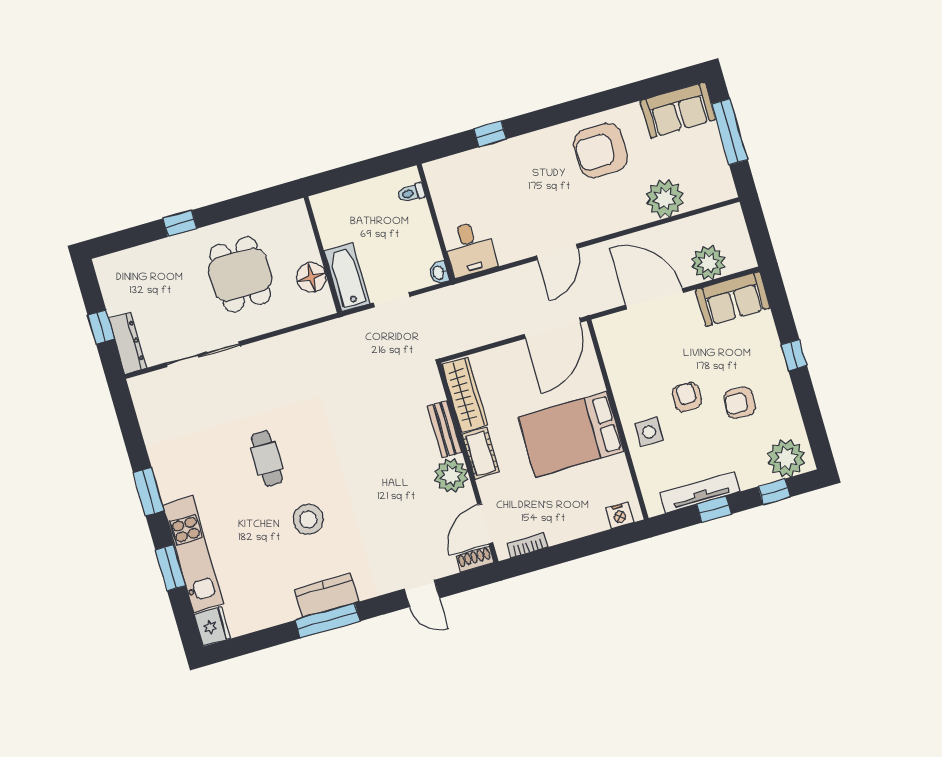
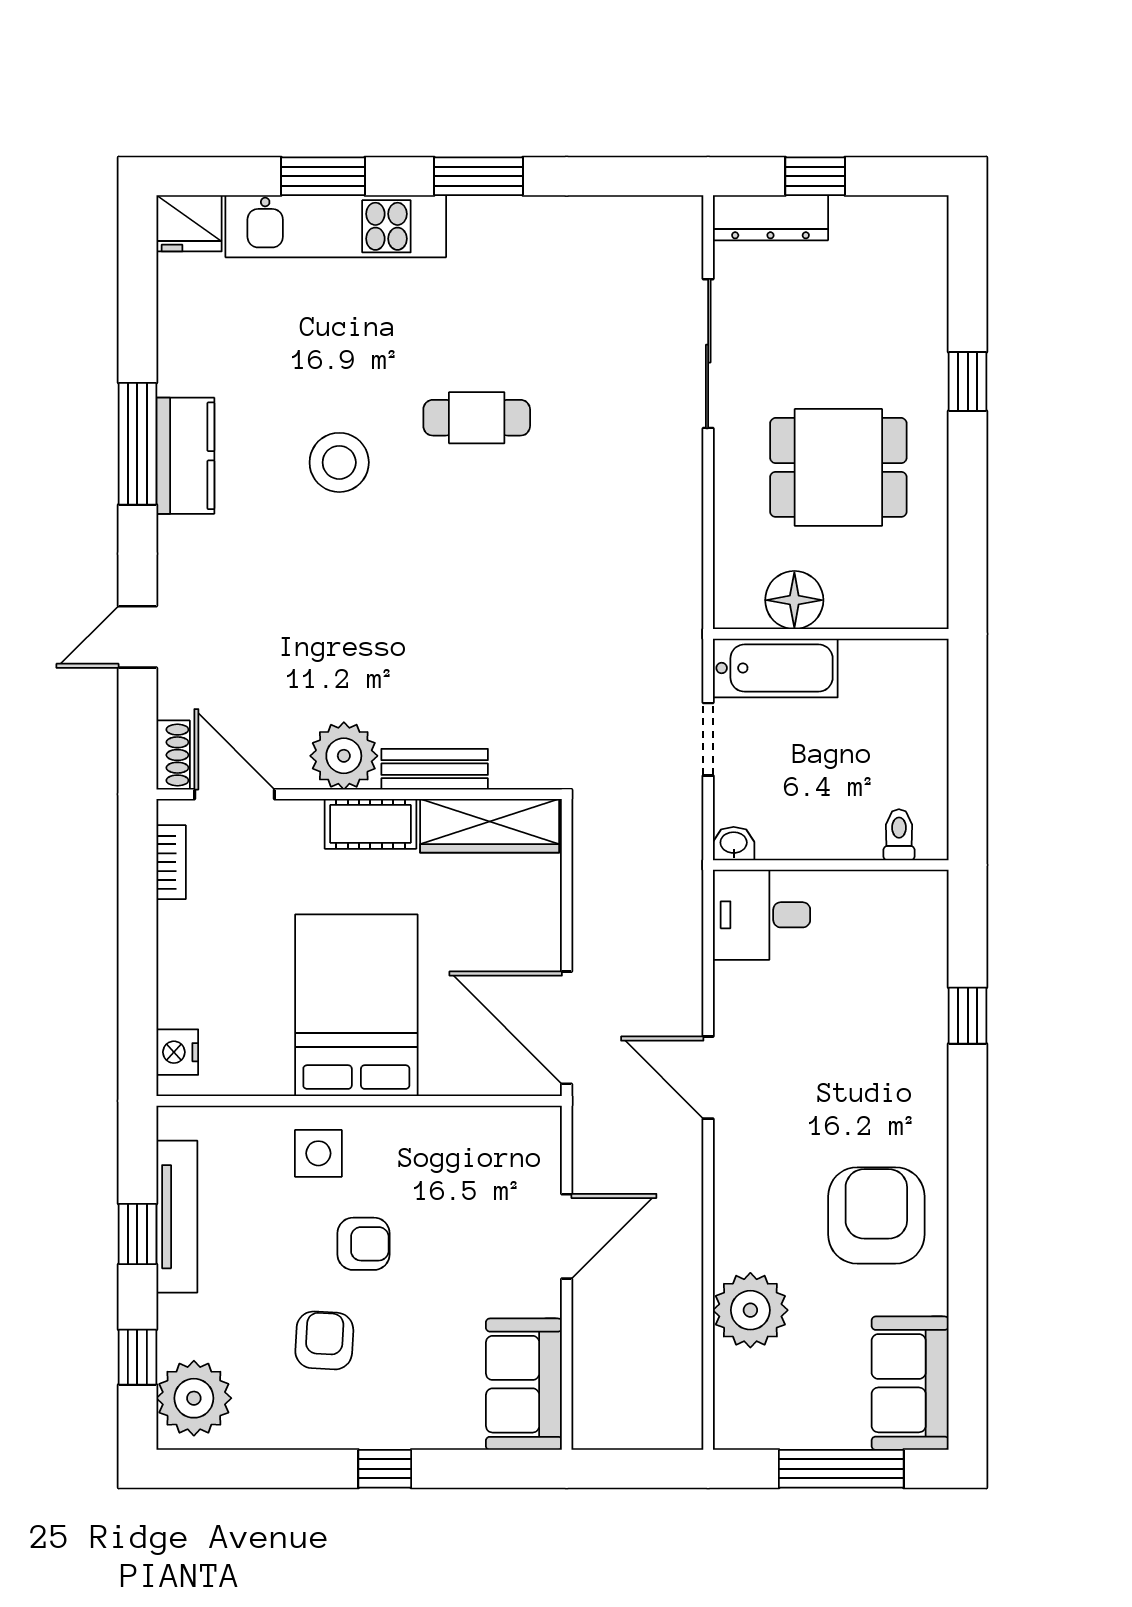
plant: (708, 263) -> (605, 1357), removed
door: (655, 299) -> (567, 1236), width x0.73

